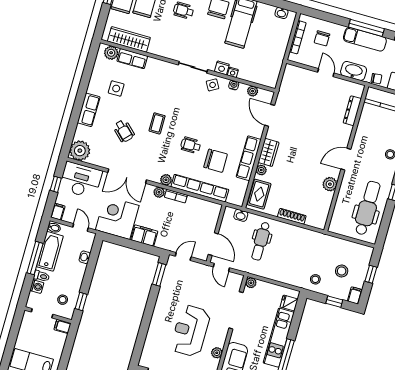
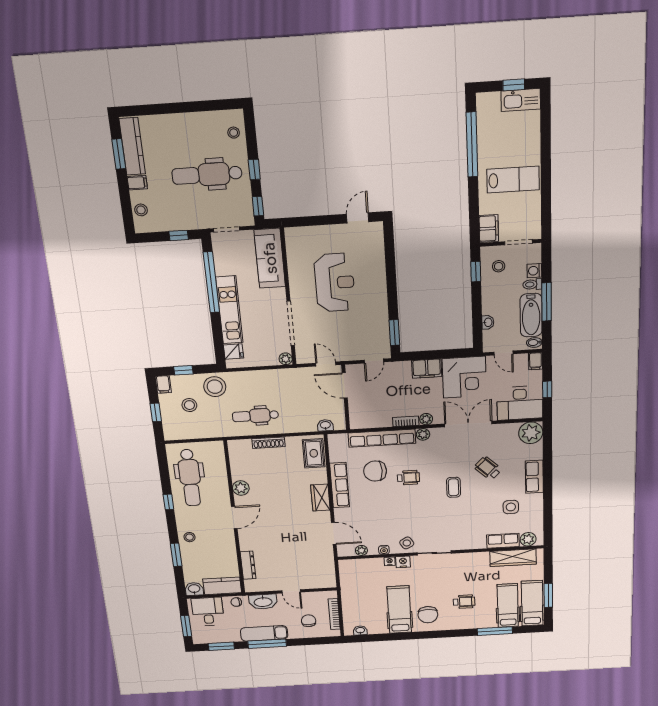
plant: (261, 170) -> (321, 478), removed
dental chair: (261, 241) -> (255, 416), moved, turned -90
stool: (315, 279) -> (215, 387), width x1.89, depth x1.89
filing cabinet: (62, 326) -> (489, 229), width x2.00
plant: (217, 353) -> (294, 268), removed

